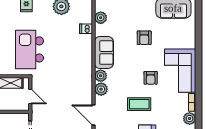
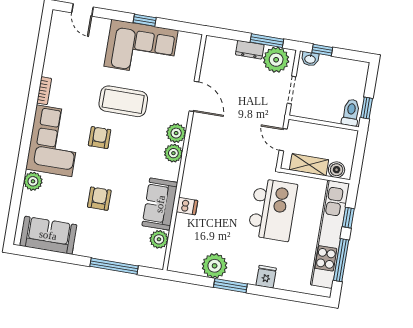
dishwasher: (86, 29) -> (187, 206), moved
sofa: (104, 53) -> (160, 204), moved
coffee table: (139, 104) -> (123, 101), width x1.36, depth x1.32
plant: (190, 118) -> (33, 181), moved

